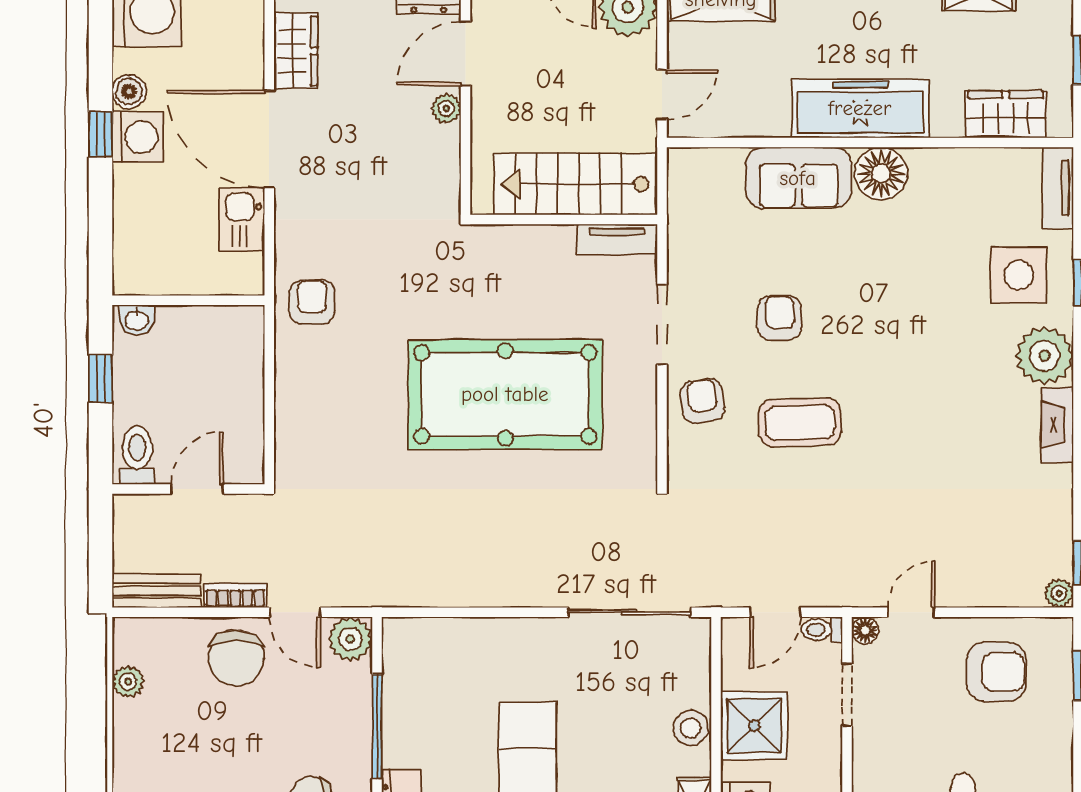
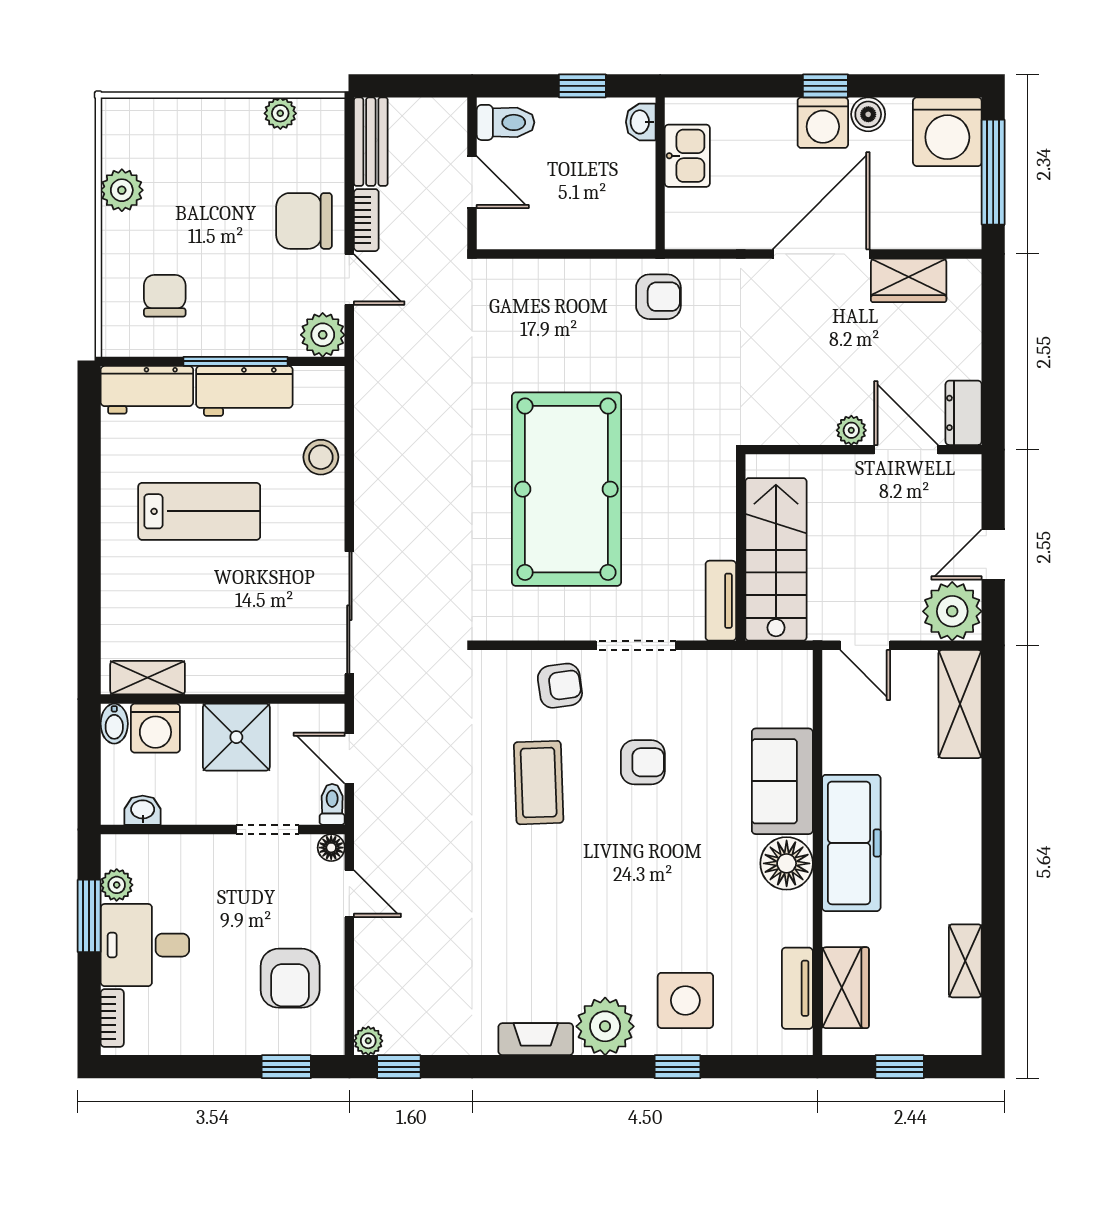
tv unit: (1058, 188) -> (797, 988), moved, turned -90
kitchen sink: (242, 219) -> (687, 156), moved, turned 90
door: (295, 612) -> (349, 279), swing flipped
workbench: (407, 718) -> (244, 391), added
stool: (691, 728) -> (321, 457), moved

